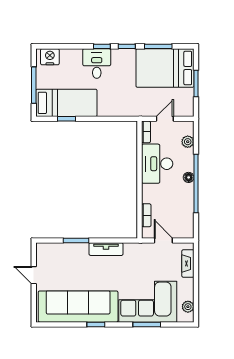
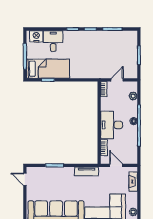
desk: (97, 63) -> (53, 41), moved
bed: (165, 68) -> (117, 44), removed
desk: (157, 164) -> (112, 125), moved
tv unit: (106, 249) -> (87, 171), moved
door: (34, 275) -> (25, 179), moved

